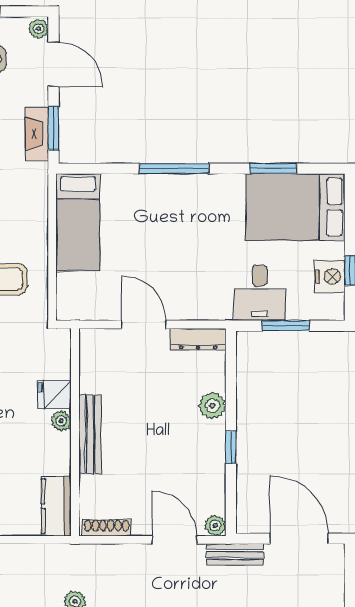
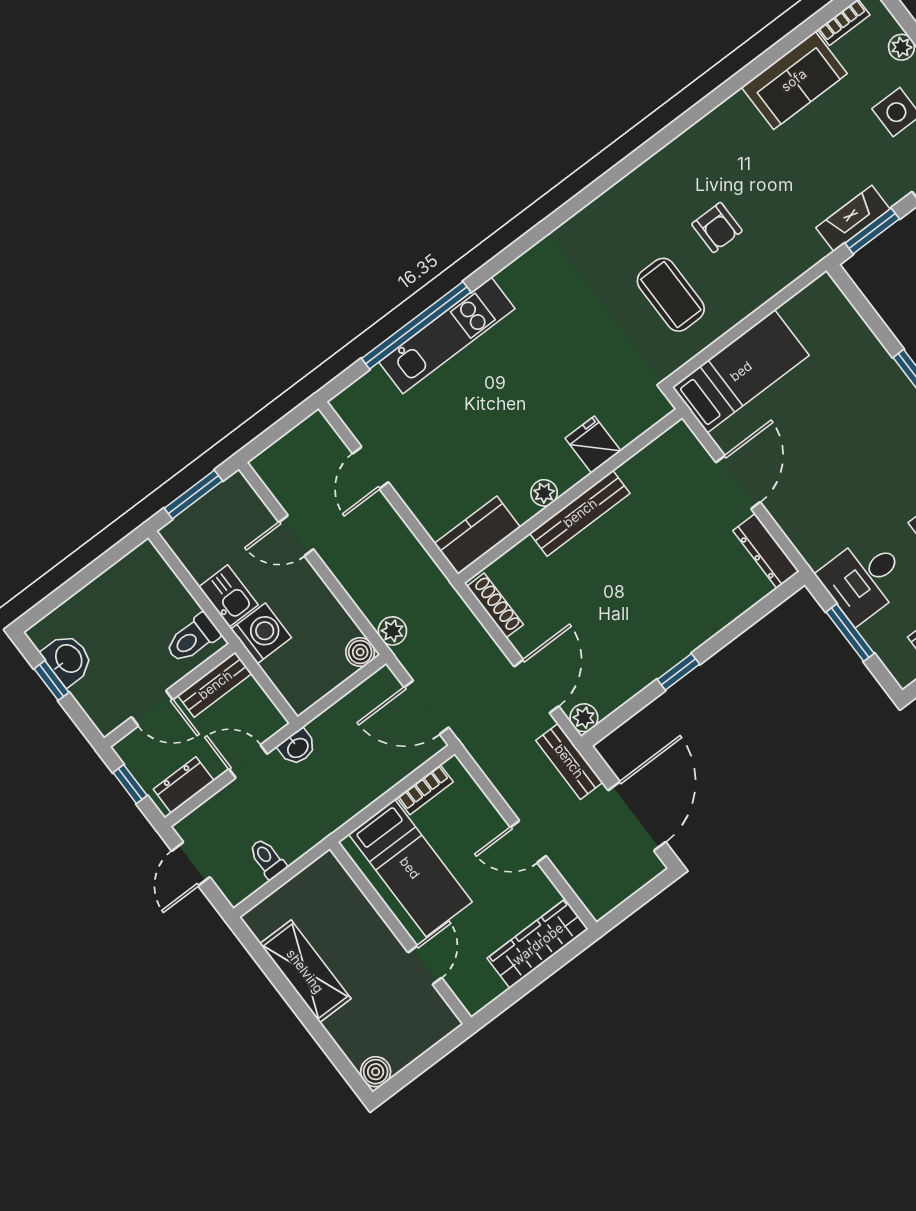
bed: (78, 222) -> (741, 371), moved, turned 180
plant: (212, 406) -> (707, 619), removed
plant: (61, 421) -> (544, 493), moved

